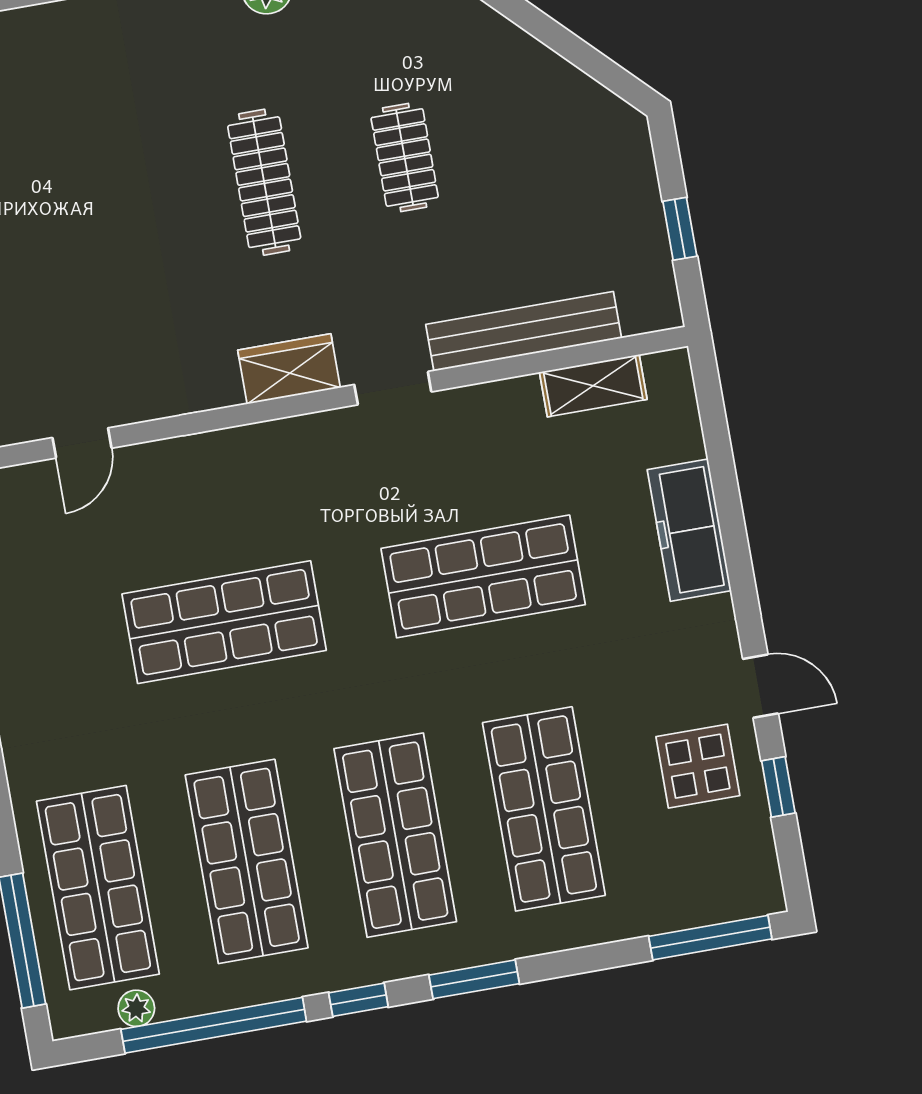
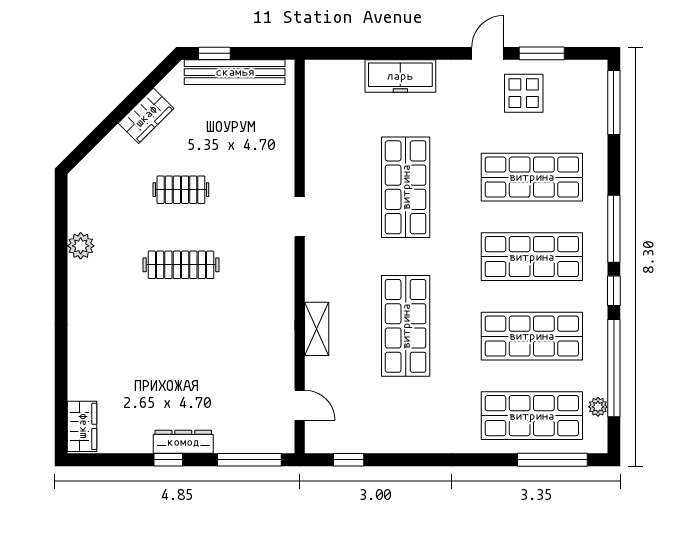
window: (680, 229) -> (214, 53), moved
bench: (524, 331) -> (235, 72), moved, turned 90
wardrobe: (289, 369) -> (146, 116), moved, turned -135
shelving: (593, 386) -> (317, 329), moved
door: (82, 443) -> (300, 405), moved
window: (778, 787) -> (542, 53), width x1.50
window: (474, 979) -> (614, 229), width x1.44

